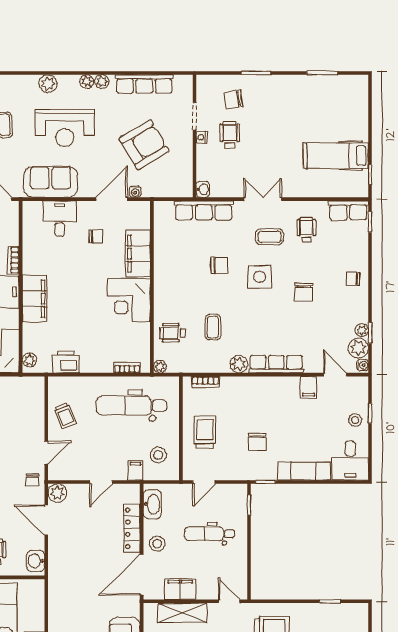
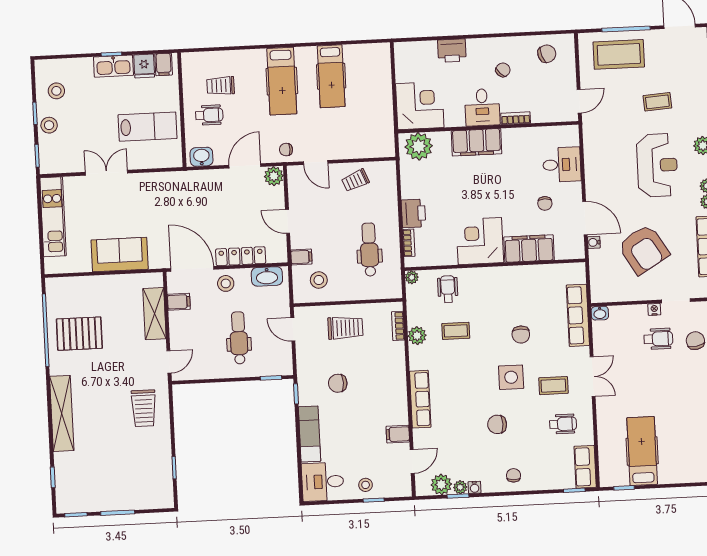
reception desk: (65, 128) -> (657, 165), turned 180
sofa: (51, 182) -> (600, 153), removed
coffee table: (269, 237) -> (553, 386), turned 90
plant: (29, 360) -> (419, 146), width x1.88, depth x1.88
printer: (66, 362) -> (413, 213), moved
plant: (239, 364) -> (417, 336), moved
water cooler: (363, 365) -> (475, 487), moved
dental chair: (131, 406) -> (369, 249), width x0.73, depth x0.72
filing cabinet: (180, 589) -> (179, 302), width x0.50

